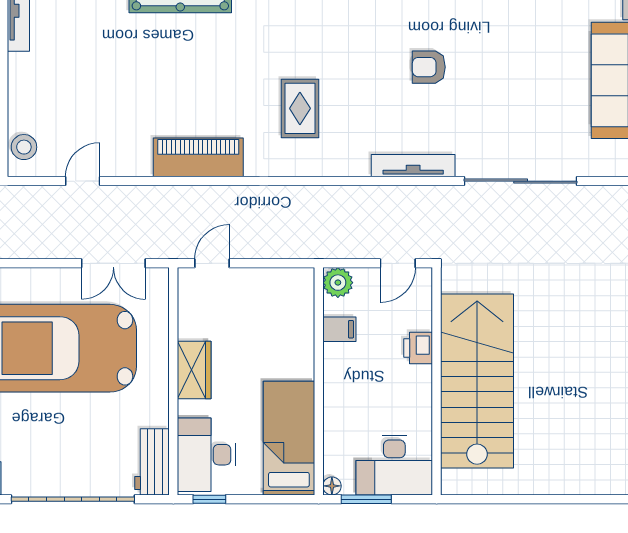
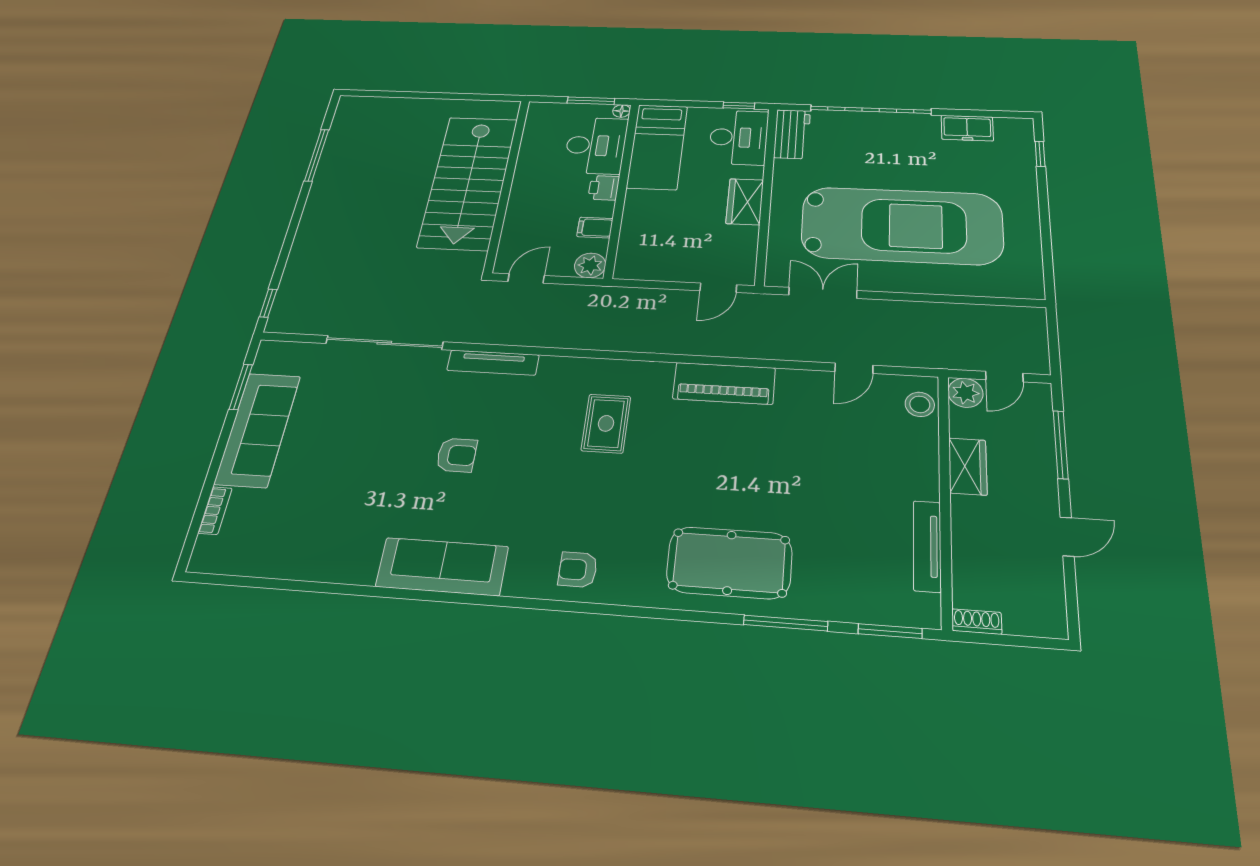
printer: (418, 348) -> (604, 188), moved, turned 180
desk: (394, 465) -> (596, 146), moved, turned 90

